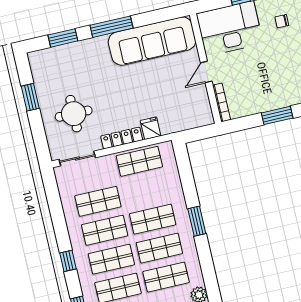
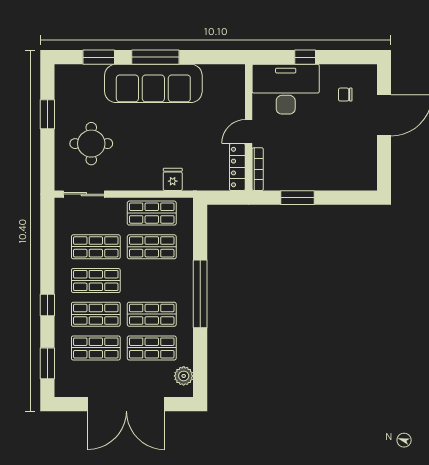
sofa: (152, 41) -> (153, 83), moved
window: (277, 115) -> (298, 198), moved
locker: (122, 138) -> (237, 167), moved, turned -90
shop shelf: (153, 219) -> (152, 247), moved
window: (197, 221) -> (200, 294), width x2.11

